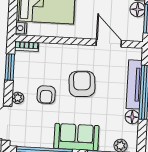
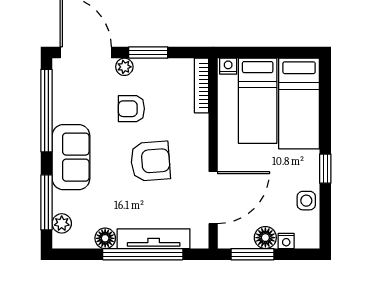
door: (109, 43) -> (213, 198), width x1.36
bookcase: (26, 46) -> (201, 86), width x1.56
window: (10, 67) -> (148, 52), moved

